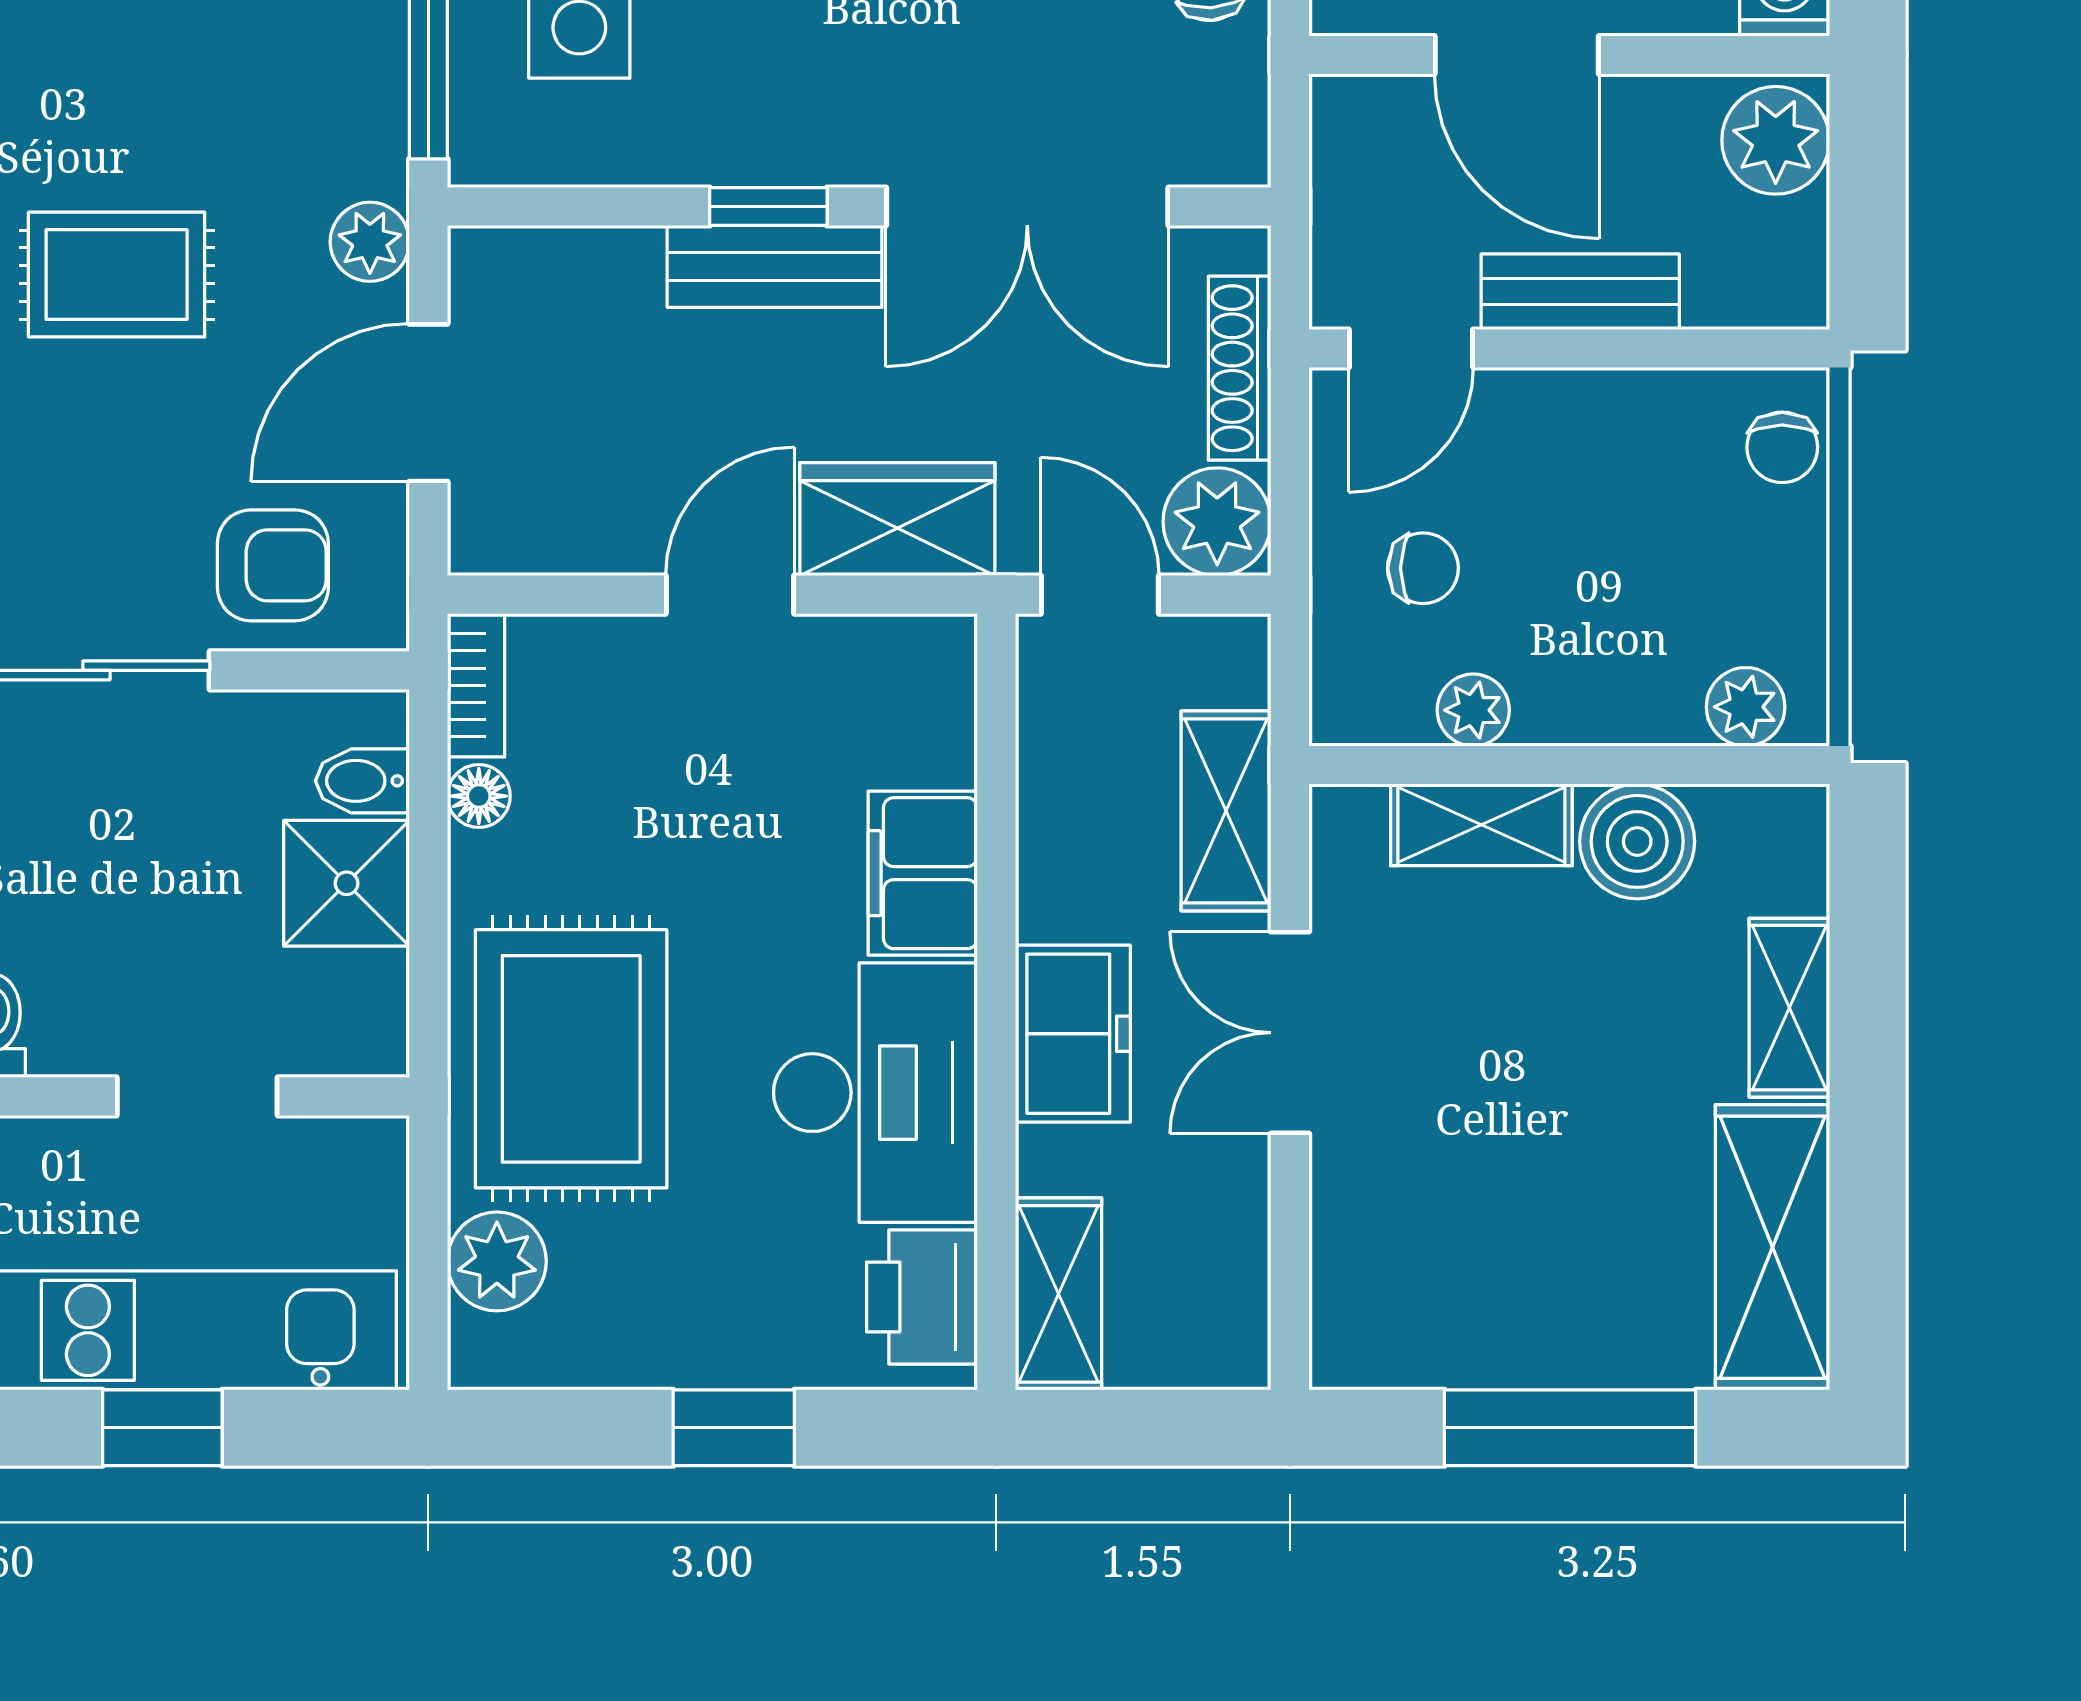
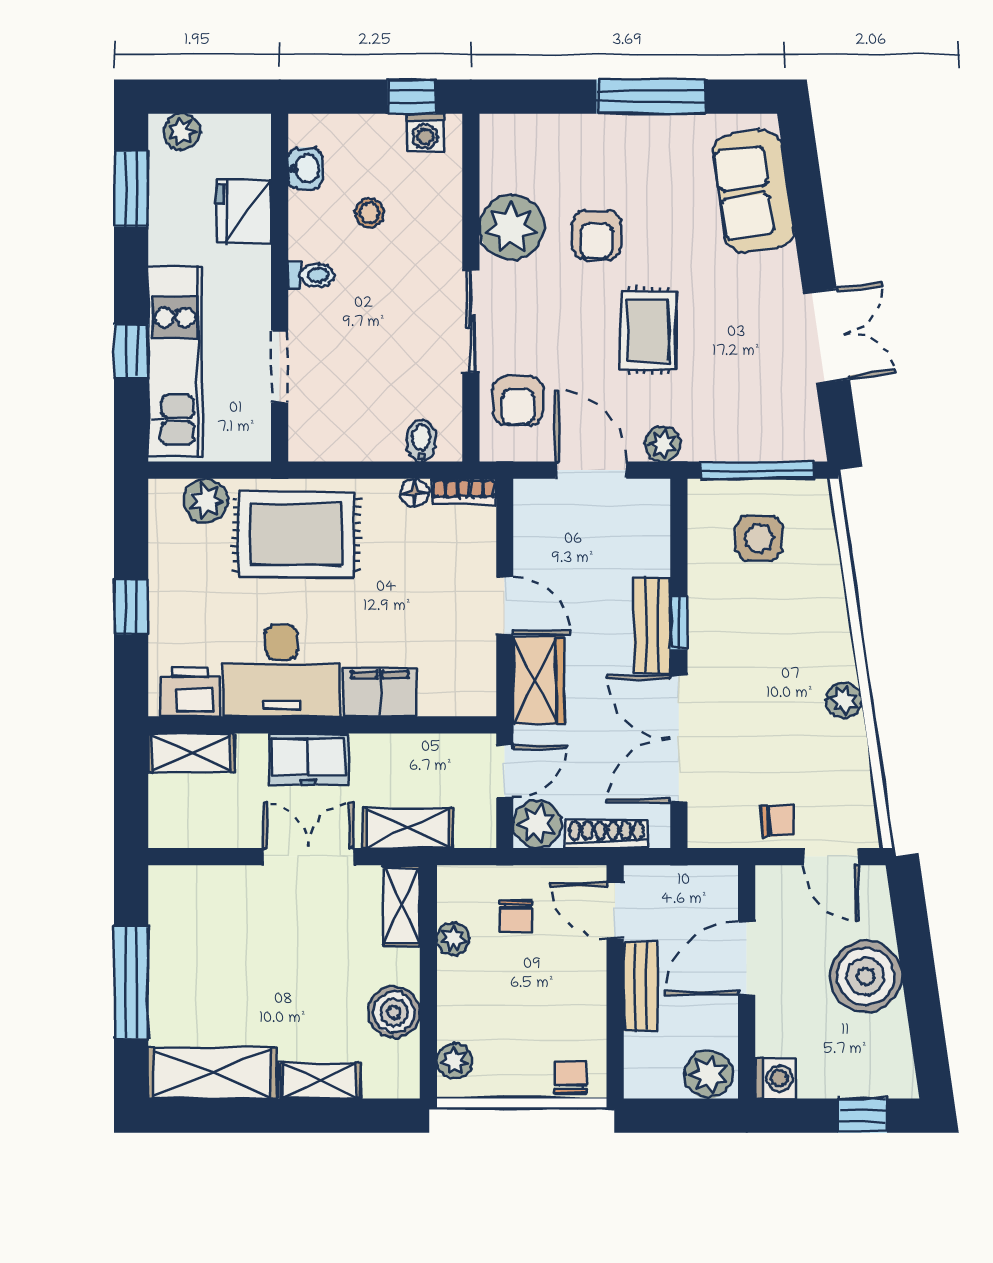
chair: (1782, 447) -> (571, 1077), turned 90
shelving: (1481, 825) -> (402, 906), moved
shower: (347, 883) -> (375, 434), removed

